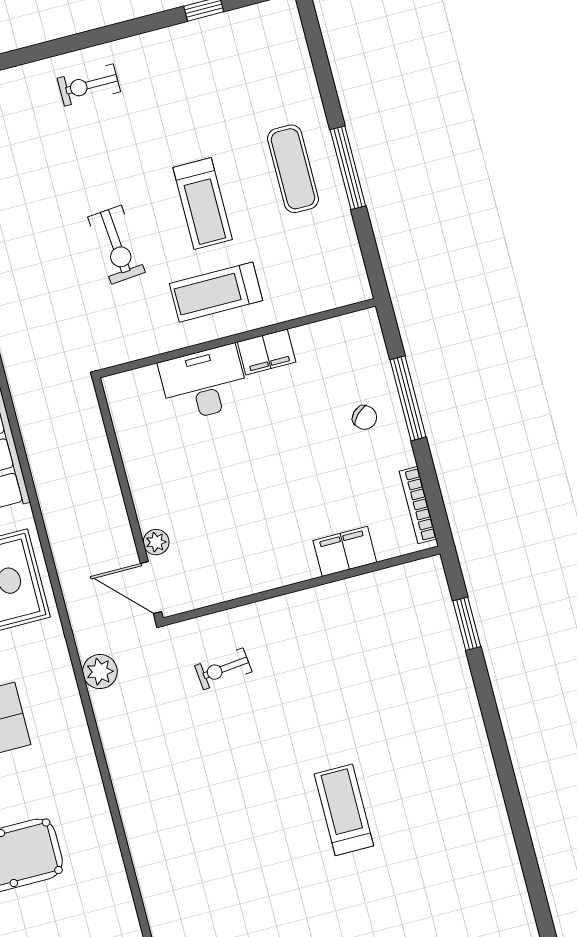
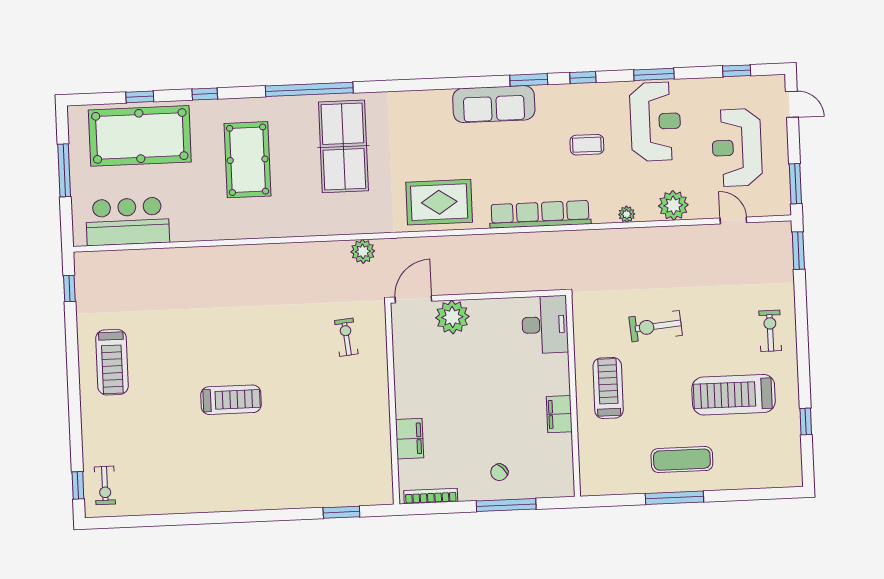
treadmill: (203, 203) -> (734, 395), moved, width x1.37, depth x1.38
desk: (204, 383) -> (545, 325), moved
plant: (156, 542) -> (452, 317), width x1.88, depth x1.88

